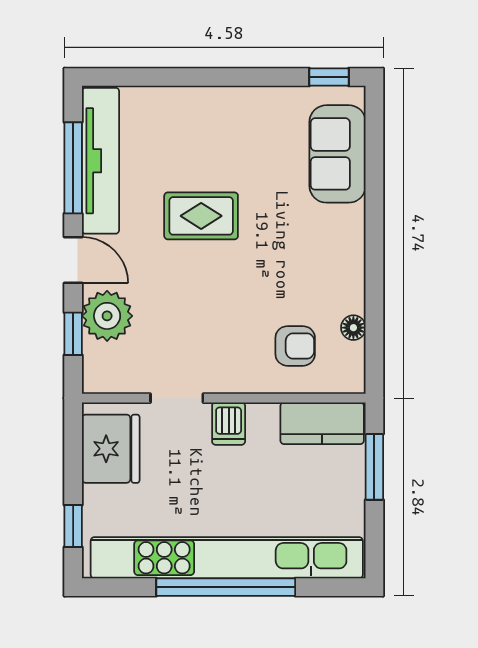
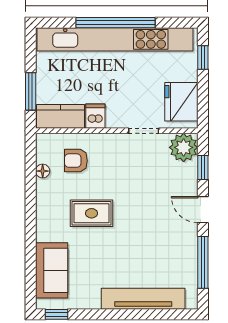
tv unit: (100, 161) -> (143, 299), moved, turned 90
rug: (201, 216) -> (91, 213), moved
plant: (107, 316) -> (184, 147), moved
dishwasher: (229, 424) -> (95, 116), moved

